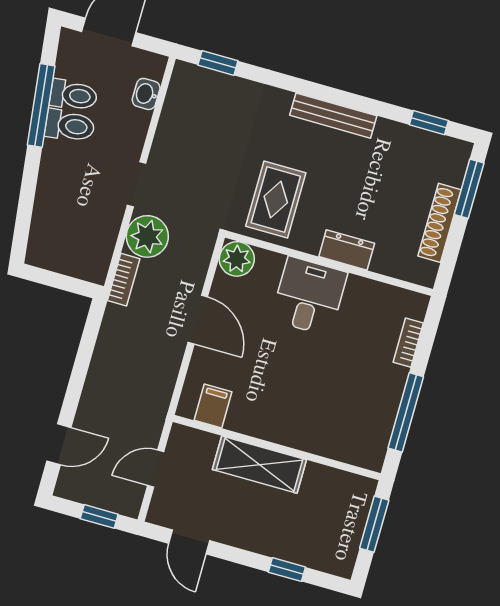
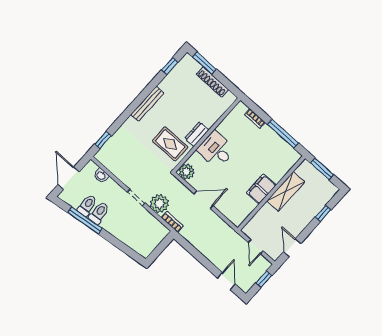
dresser: (347, 250) -> (197, 134), moved
filing cabinet: (213, 406) -> (261, 189), moved, width x2.00
shelving: (259, 465) -> (286, 191), moved
door: (189, 542) -> (292, 248), swing flipped

